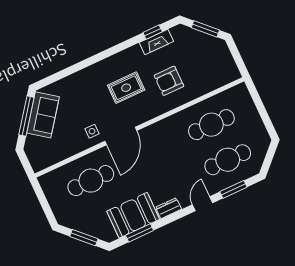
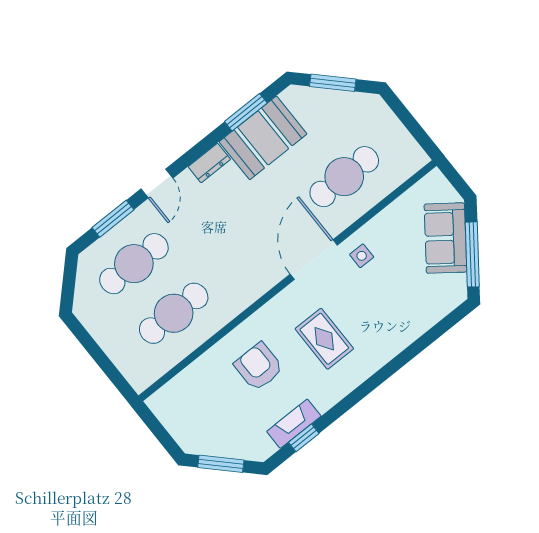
armchair: (169, 81) -> (259, 367), turned -90
rug: (126, 88) -> (324, 339), turned 90
sofa: (43, 115) -> (445, 238), moved

